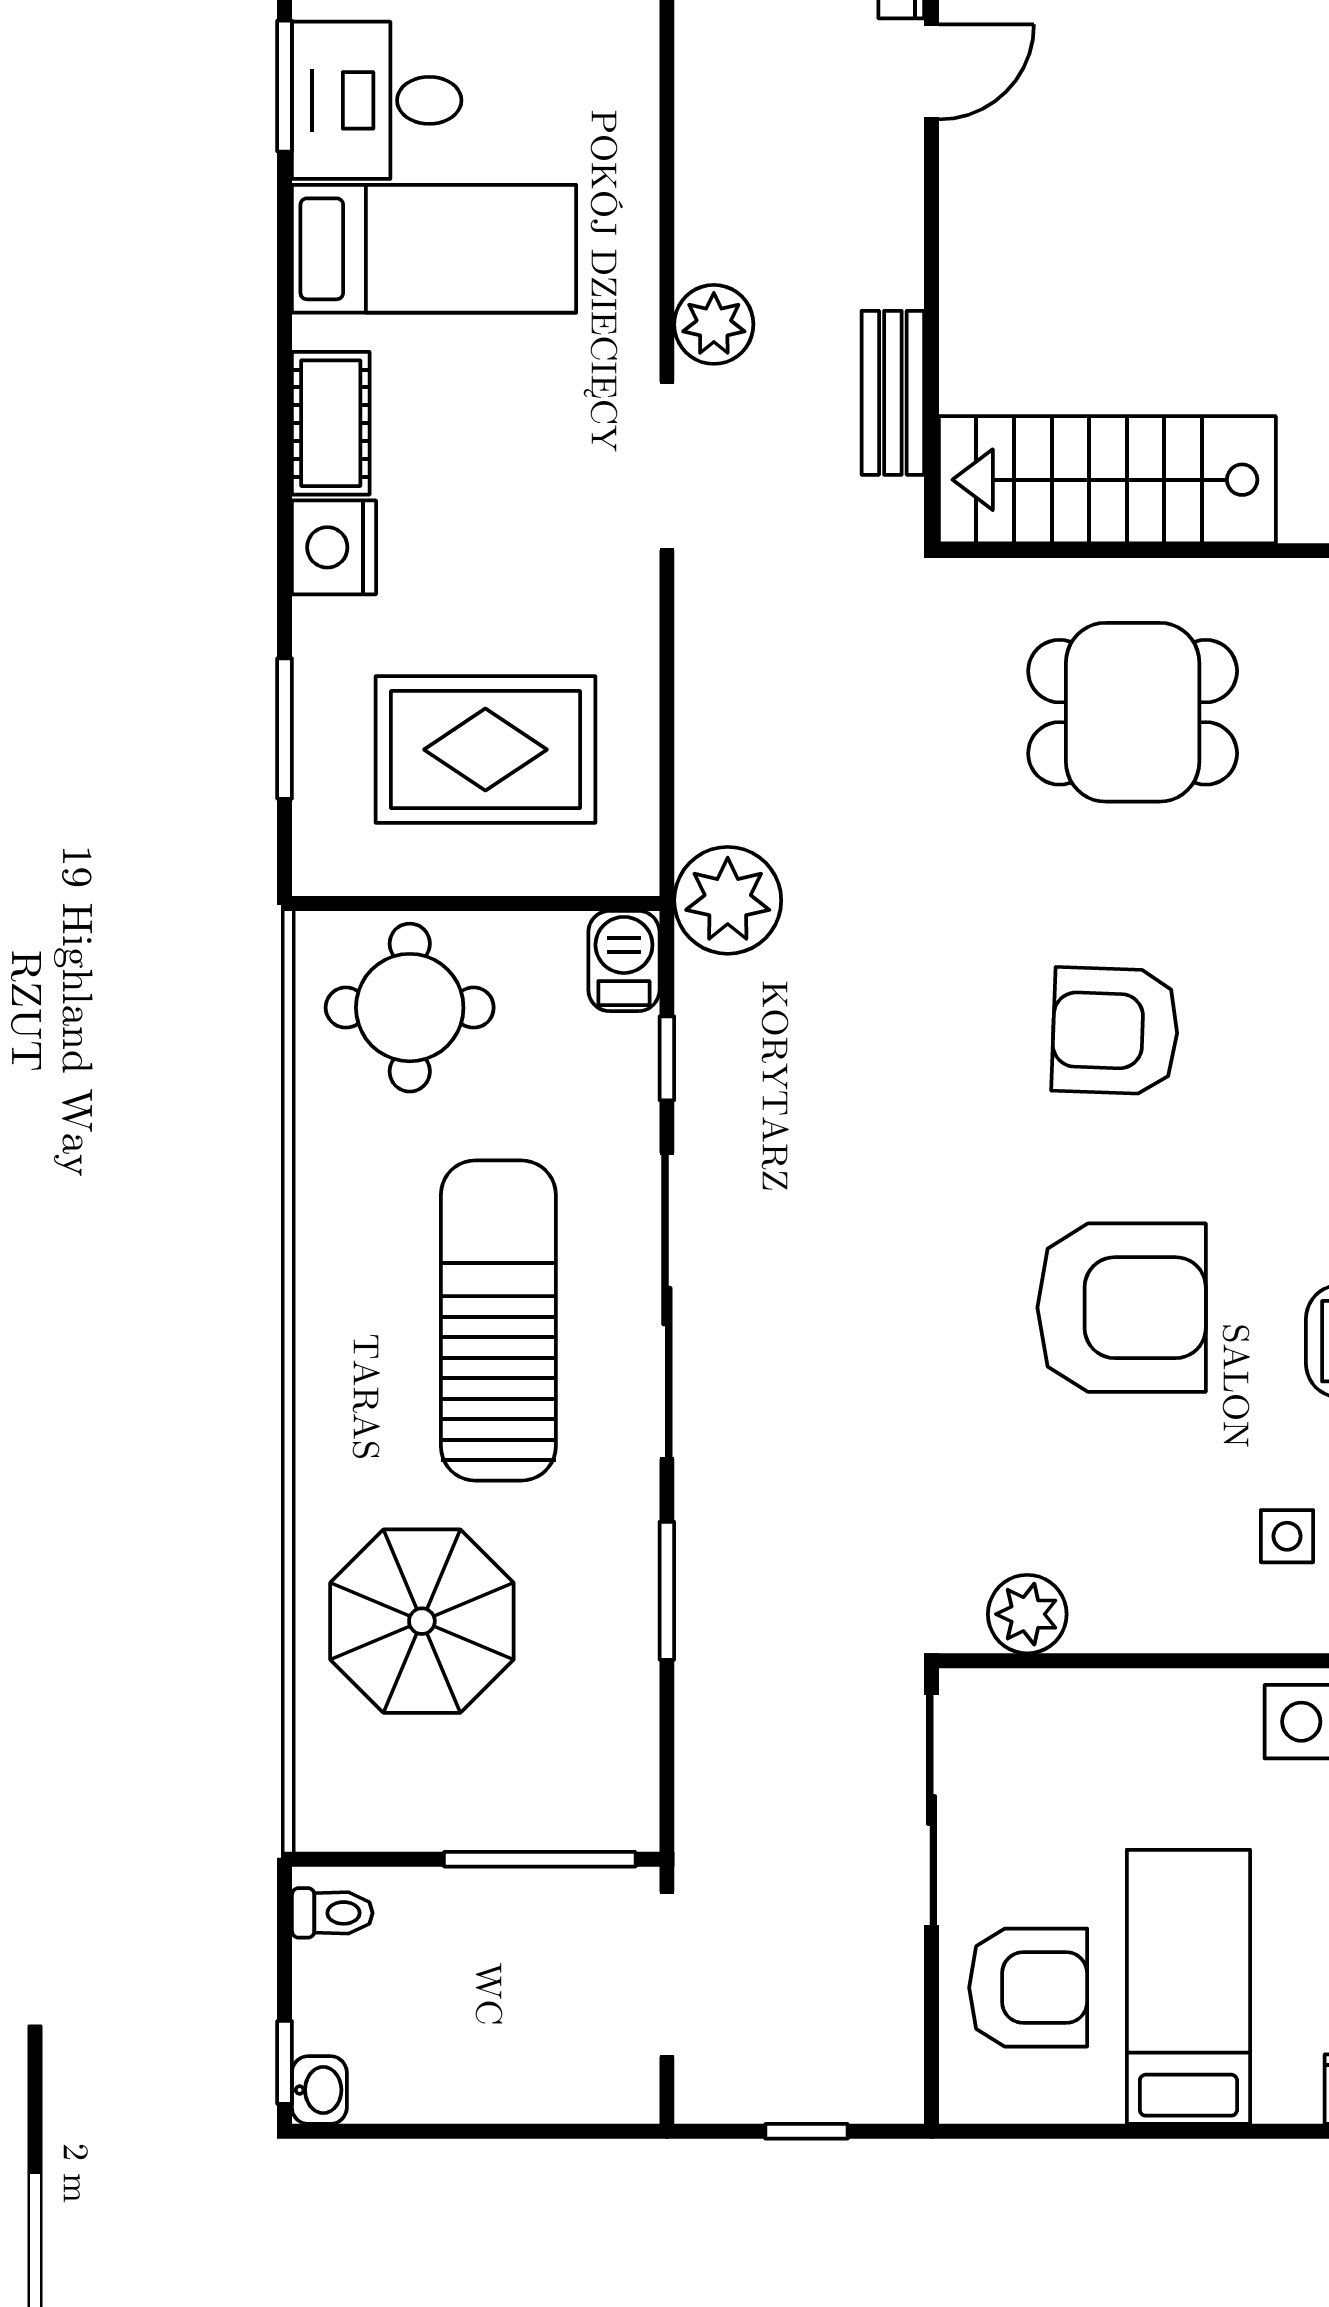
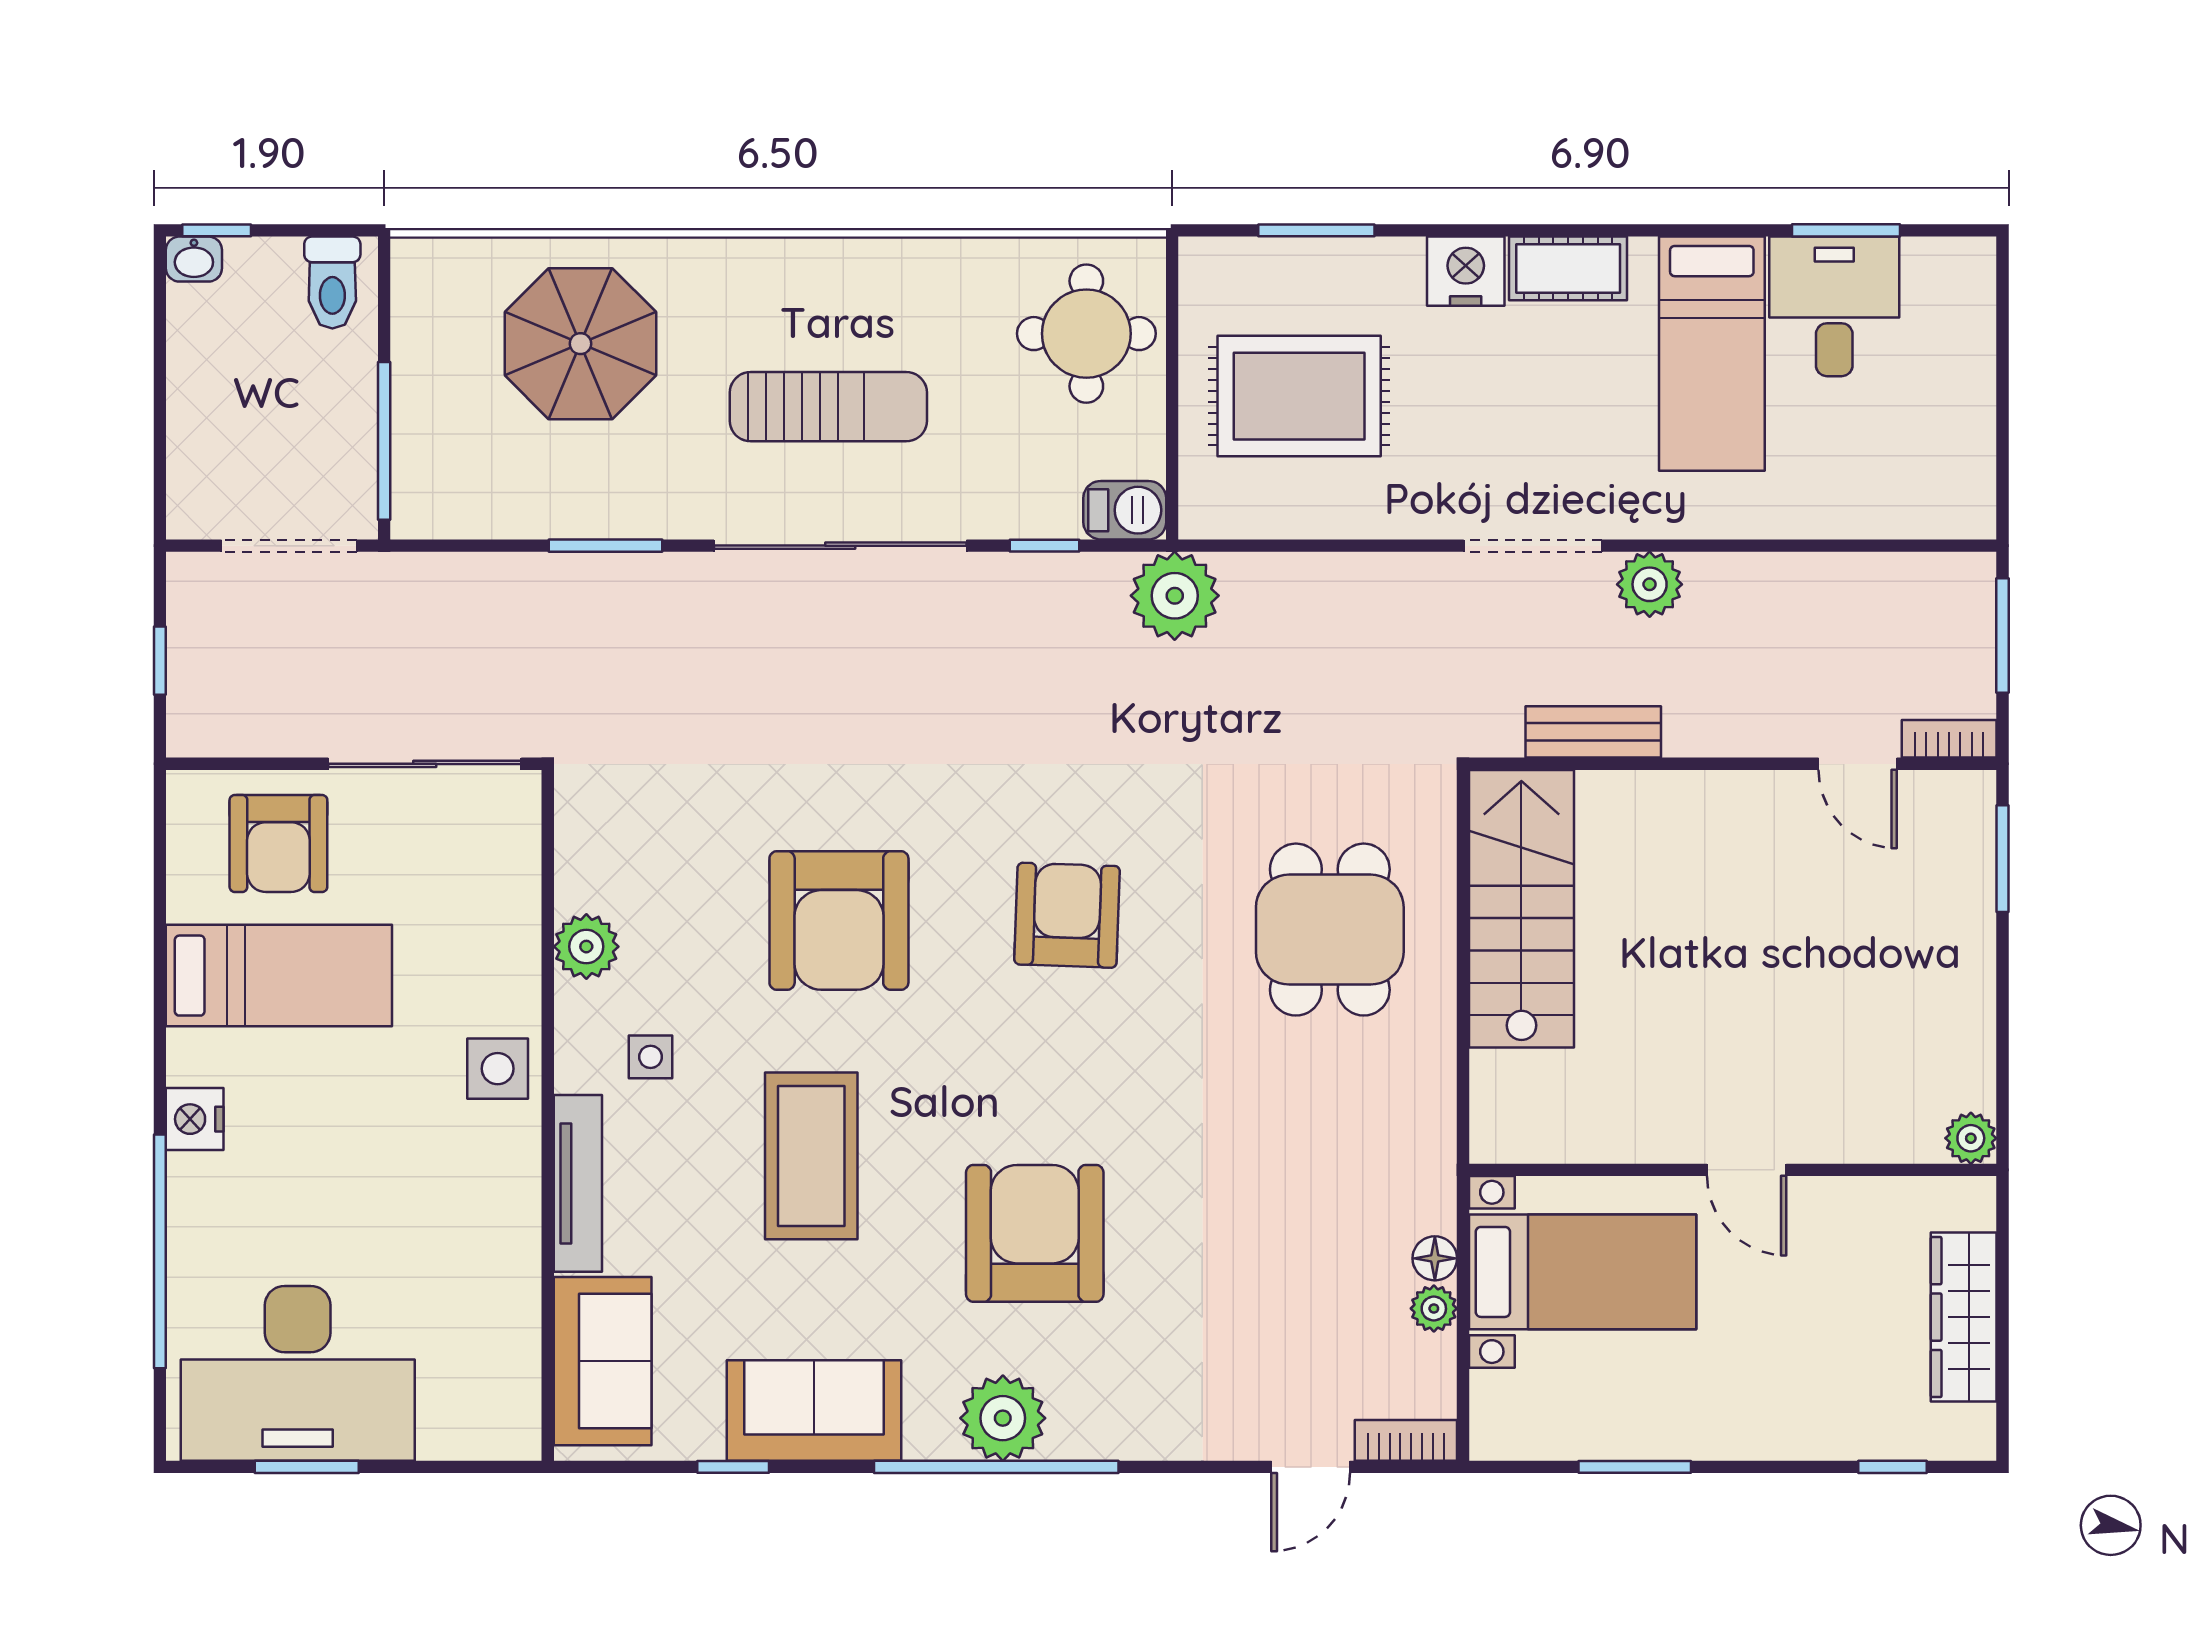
rug: (485, 750) -> (1299, 396), turned 90
sun lounger: (498, 1320) -> (828, 407), width x0.73, depth x0.75
plant: (1027, 1614) -> (586, 947), moved
toilet: (332, 1913) -> (332, 283), width x1.37, depth x1.39

